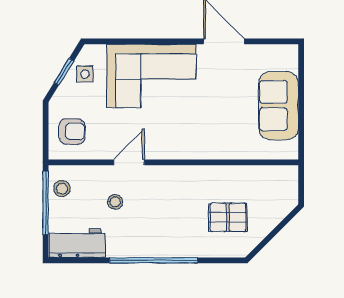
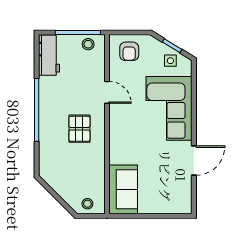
sofa: (279, 106) -> (123, 189), moved, turned 90
stool: (115, 202) -> (87, 204), moved
pallet: (228, 217) -> (79, 129), moved

